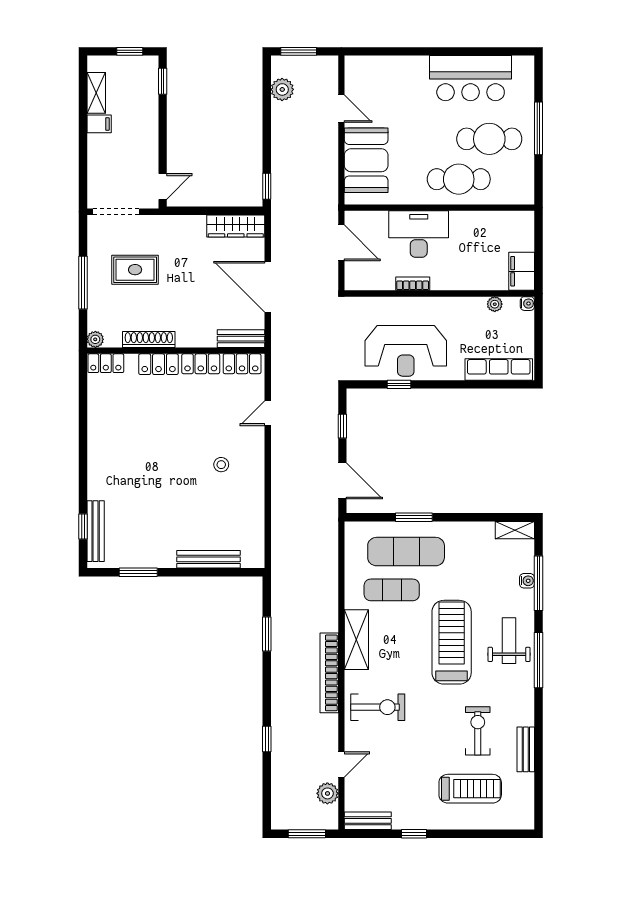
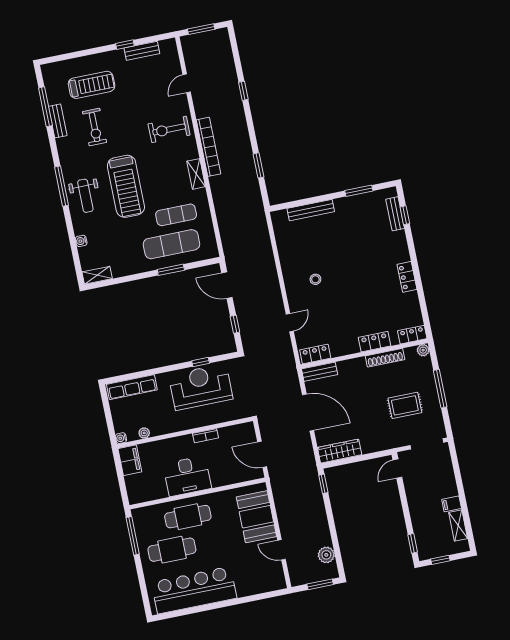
bar counter: (471, 78) -> (194, 590), width x1.36
window: (538, 128) -> (133, 536), moved
desk: (419, 234) -> (187, 476), moved
locker: (201, 364) -> (407, 277), moved, turned -90
bench: (96, 531) -> (395, 214), width x0.73
window: (538, 583) -> (45, 107), moved
shelving: (356, 640) -> (196, 174), width x0.67, depth x0.75
treadmill: (470, 789) -> (92, 85), turned 180
plant: (327, 793) -> (192, 61), removed
bench: (368, 821) -> (142, 51), moved

